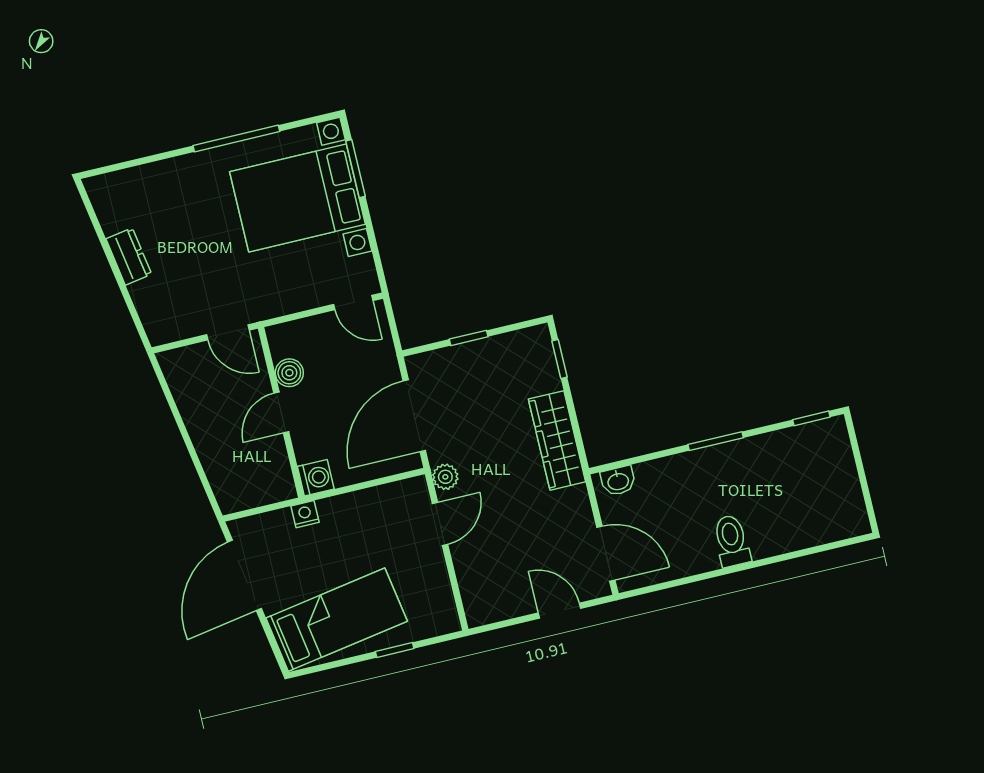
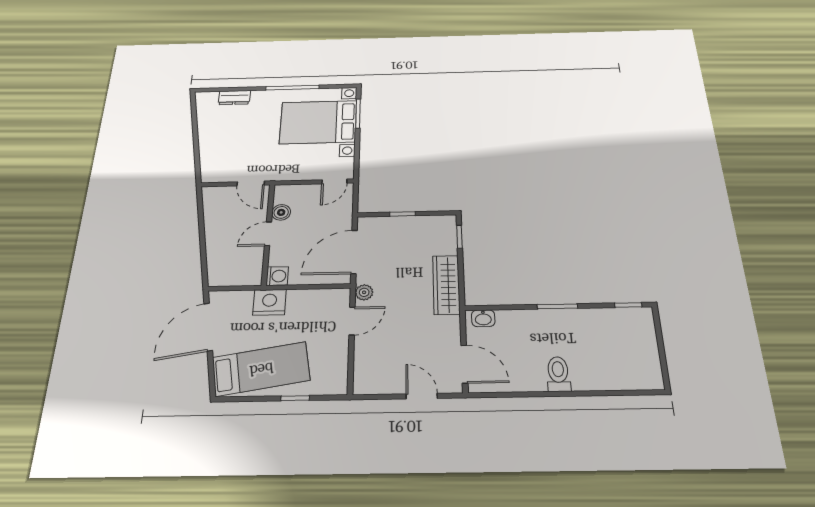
dresser: (129, 256) -> (234, 97), moved, turned 99
door: (353, 303) -> (334, 181), hinge flipped
nightstand: (305, 514) -> (269, 302), width x1.89, depth x1.79

